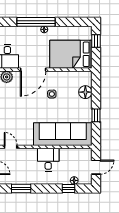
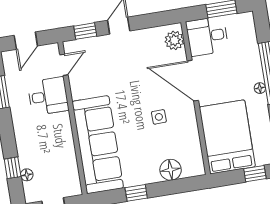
desk: (48, 160) -> (48, 96), moved

